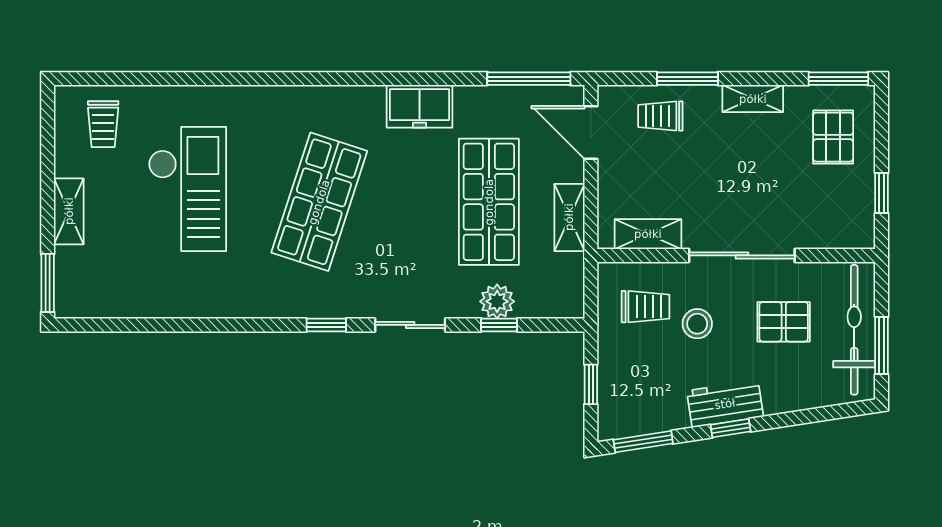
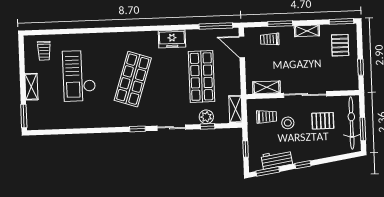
checkout: (187, 189) -> (79, 76), turned 180
shelving: (569, 217) -> (235, 109), moved
workbench: (725, 404) -> (277, 159), moved

